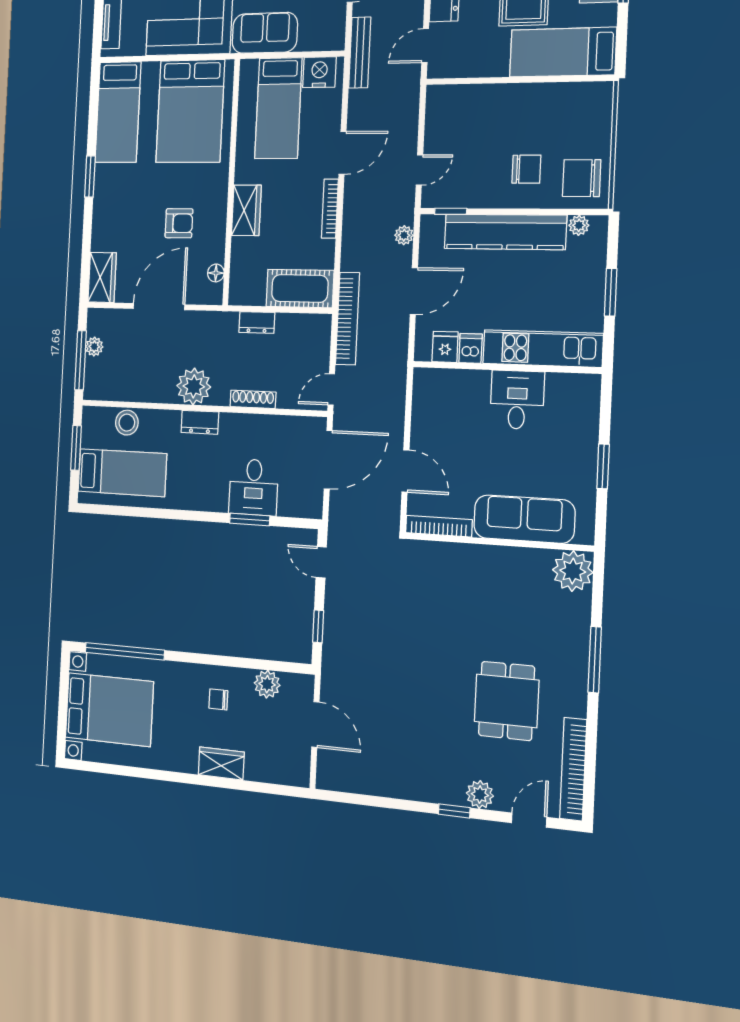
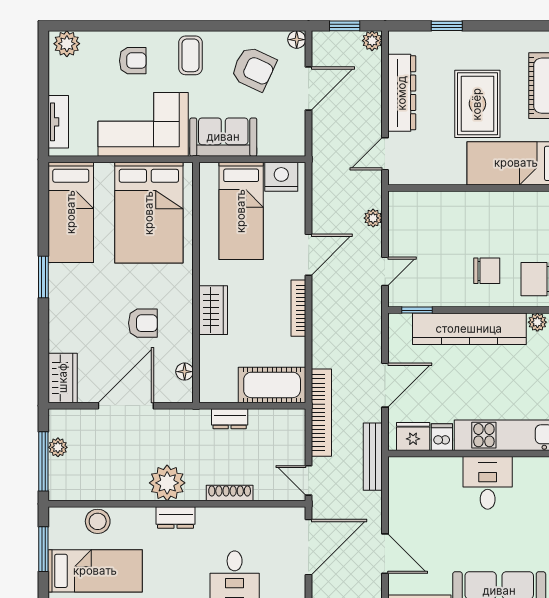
bench: (360, 53) -> (373, 457), moved
plant: (404, 235) -> (373, 218), moved
fridge: (445, 347) -> (413, 436), width x1.38
door: (331, 389) -> (309, 480), hinge flipped

